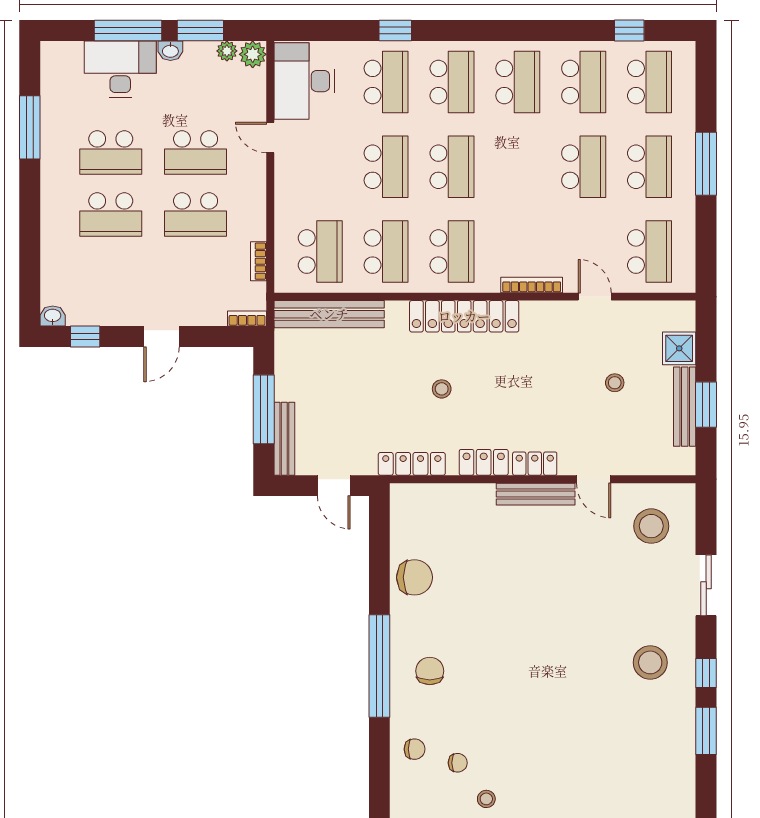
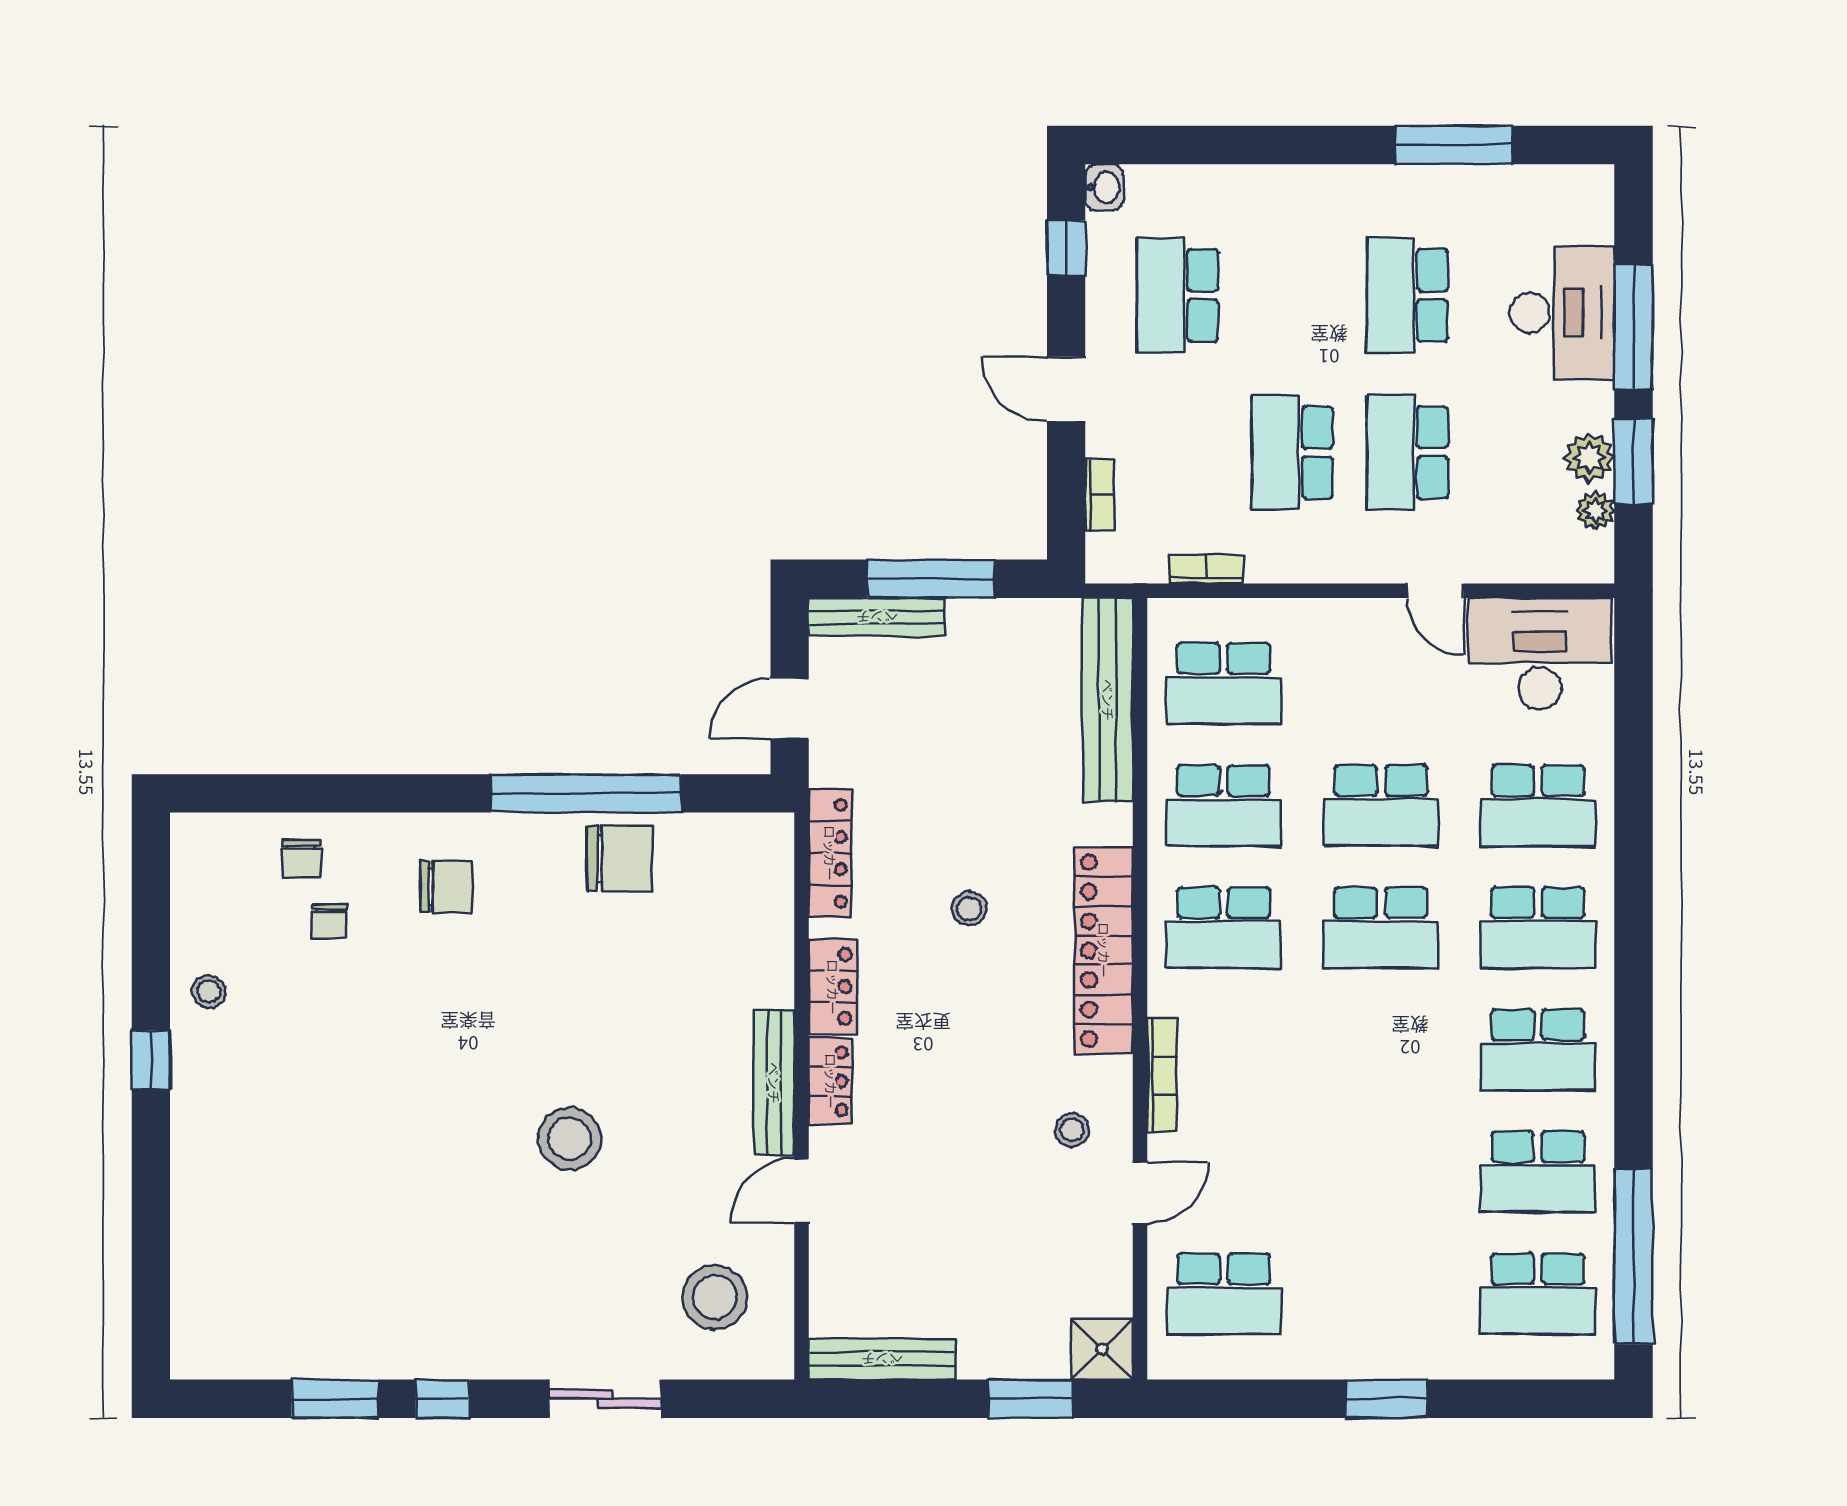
window: (395, 30) -> (1633, 823), removed
window: (629, 30) -> (1633, 1256), width x3.17
washbasin: (170, 51) -> (1596, 406), removed
plant: (253, 54) -> (1589, 458), moved
door: (270, 137) -> (1435, 591), swing flipped
window: (706, 164) -> (1386, 1399), width x0.69
school desk: (584, 167) -> (1381, 1172), removed
school desk: (650, 167) -> (1381, 1294), removed
school desk: (111, 214) -> (1177, 295), moved
bookcase: (247, 318) -> (1100, 495), moved
shower: (679, 348) -> (1102, 1349), moved
stool: (615, 383) -> (1072, 1130), moved
window: (706, 405) -> (1031, 1399), moved
bench: (685, 407) -> (882, 1359), moved
chair: (415, 577) -> (620, 858), turned -90
stool: (650, 662) -> (570, 1139), moved
window: (379, 666) -> (586, 793), moved
chair: (458, 763) -> (329, 921), moved

